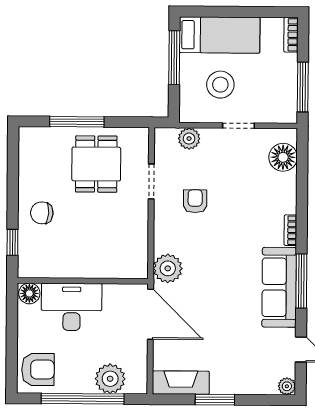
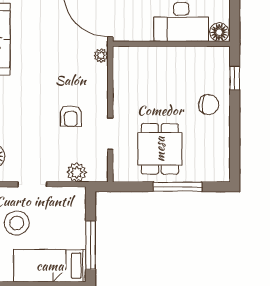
stool: (220, 85) -> (17, 223), moved
plant: (168, 268) -> (101, 56), width x0.53, depth x0.53

